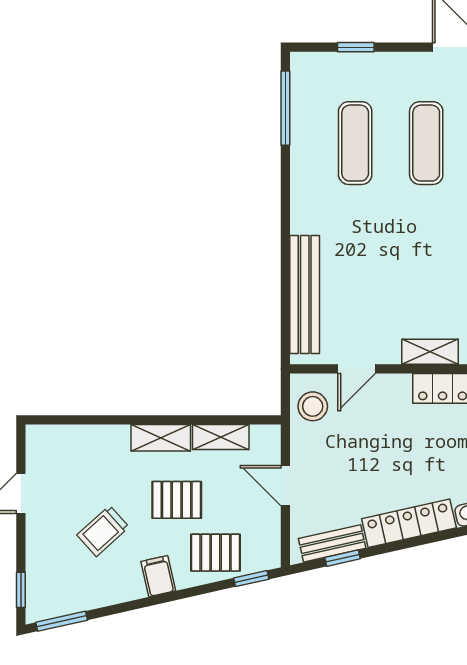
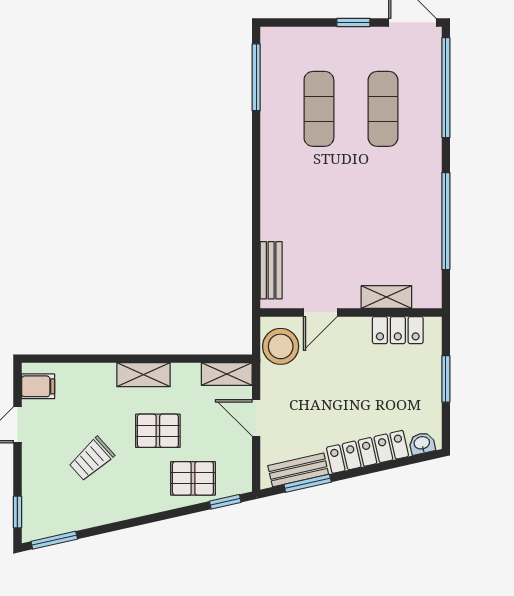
window: (356, 47) -> (353, 22), moved
bench: (305, 295) -> (271, 270), width x0.54, depth x0.82
stool: (313, 406) -> (281, 346), width x1.38, depth x1.38
shelving: (221, 437) -> (227, 374), moved
window: (343, 558) -> (308, 483), width x1.50
filing cabinet: (158, 576) -> (38, 386), moved, turned 103

